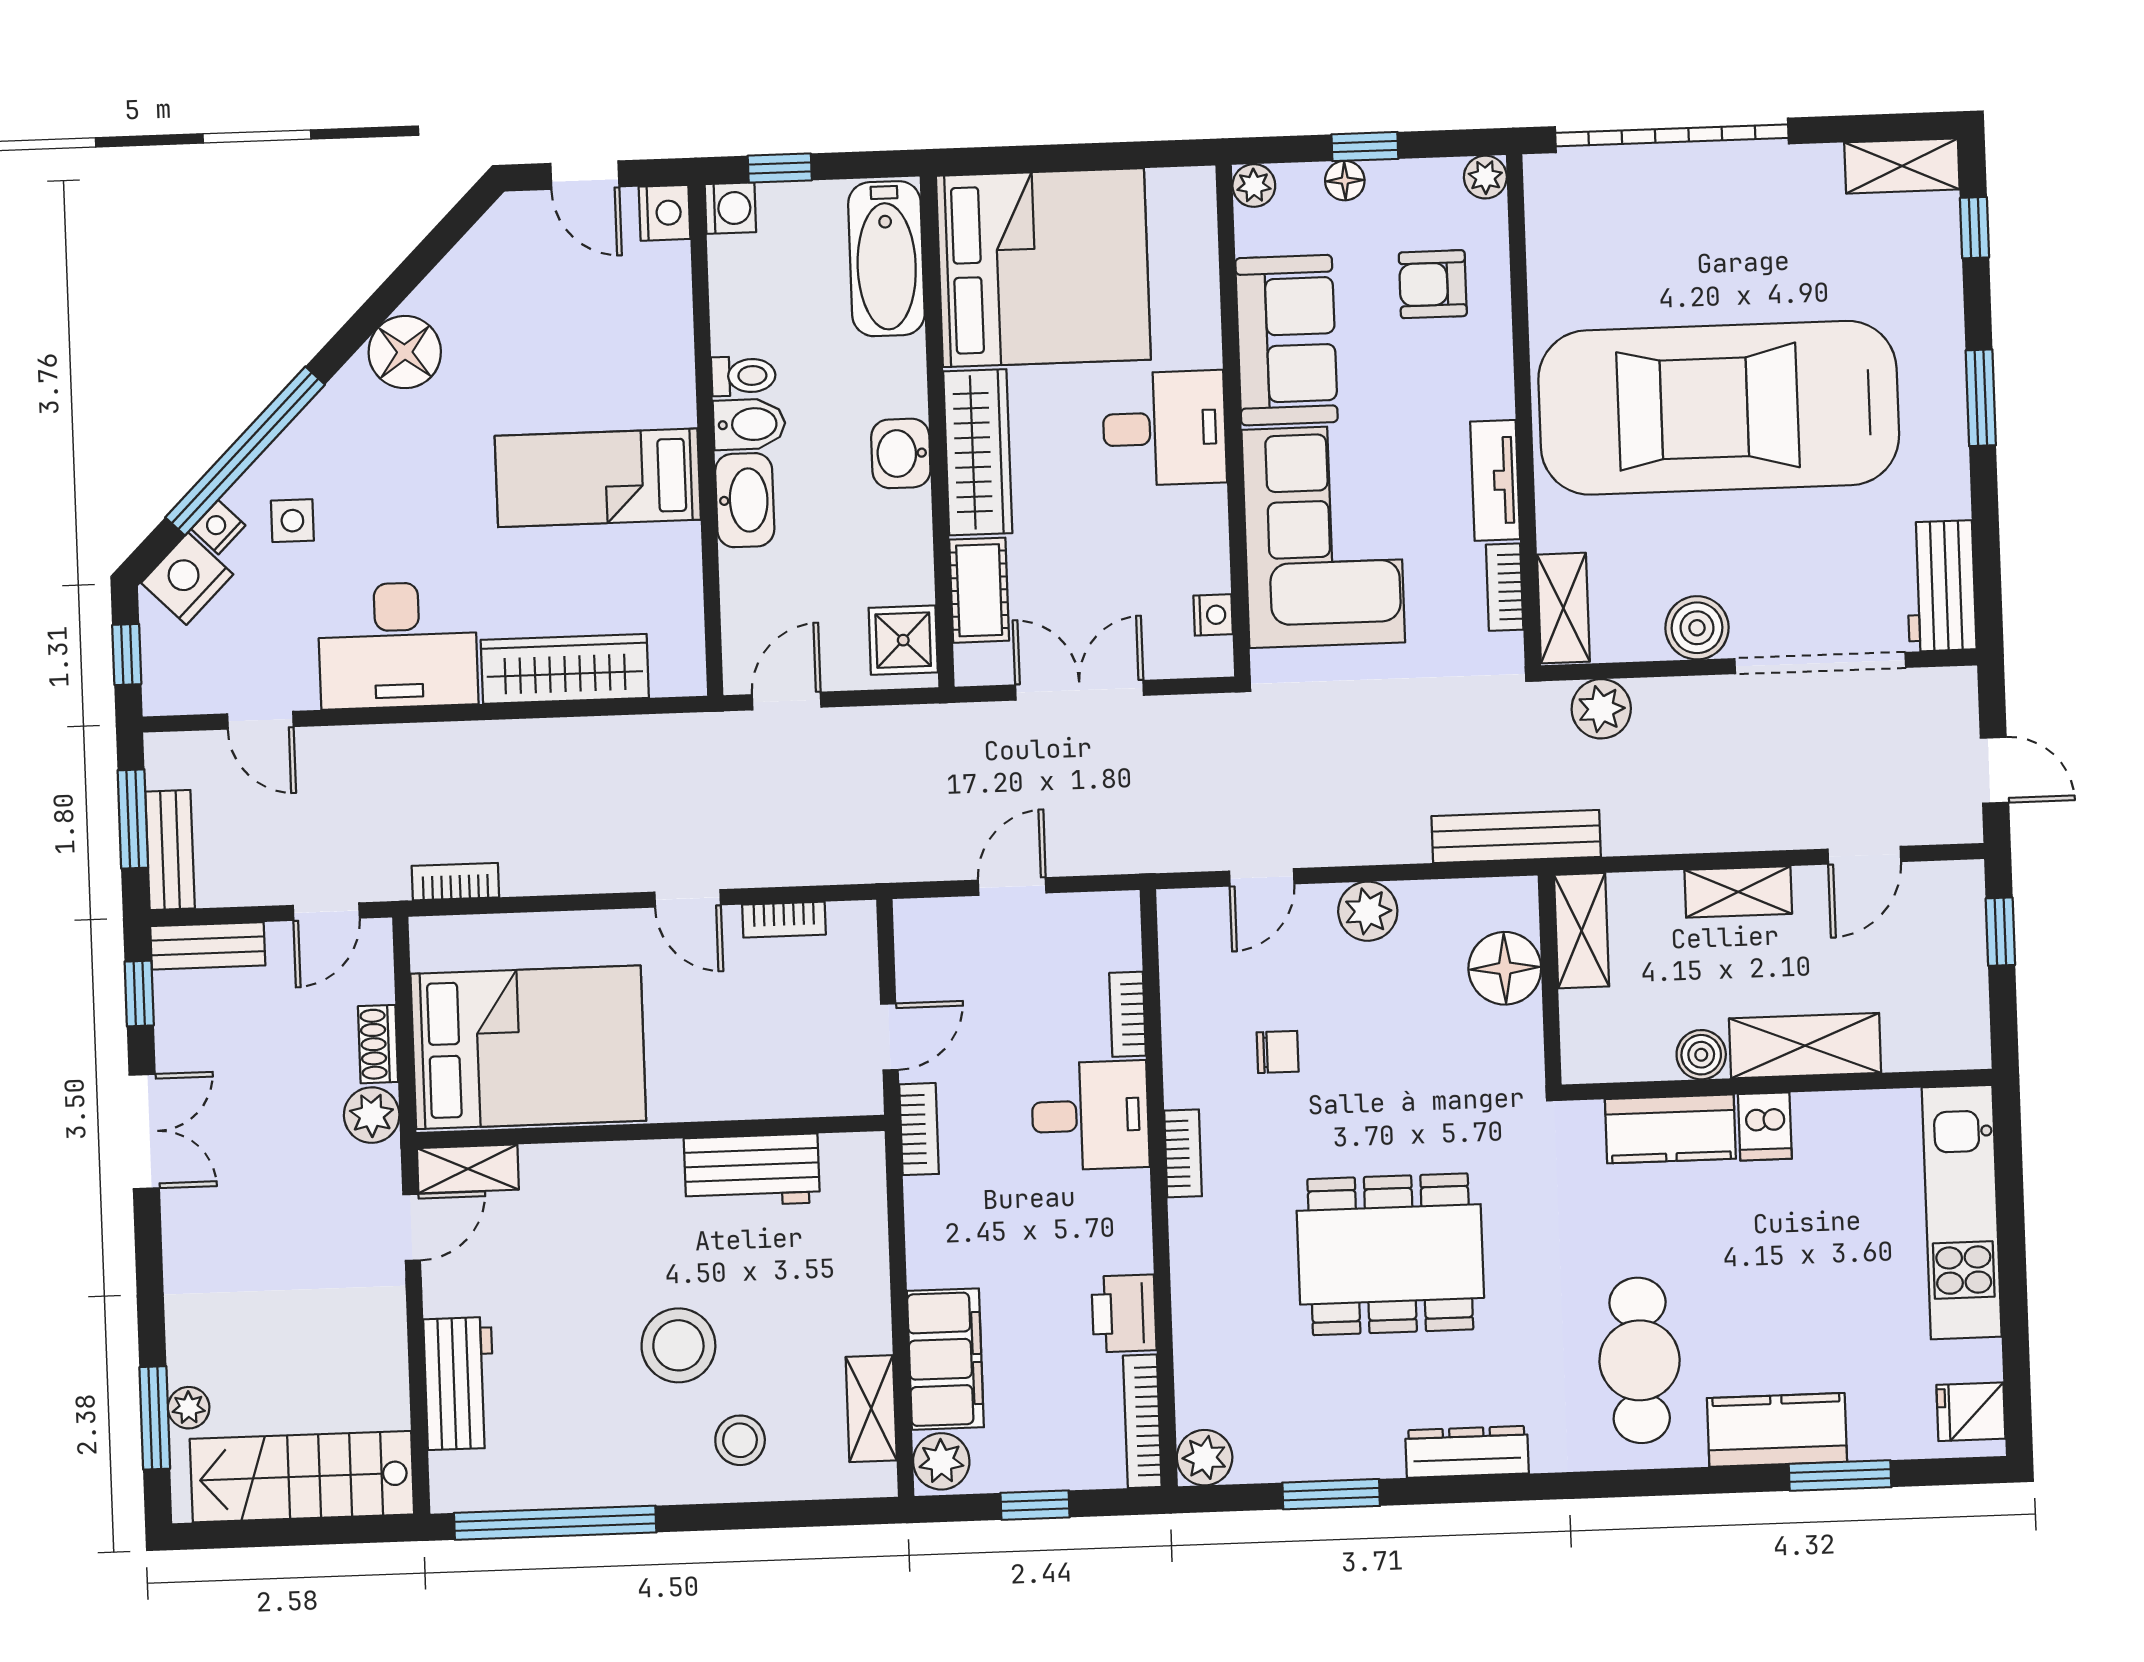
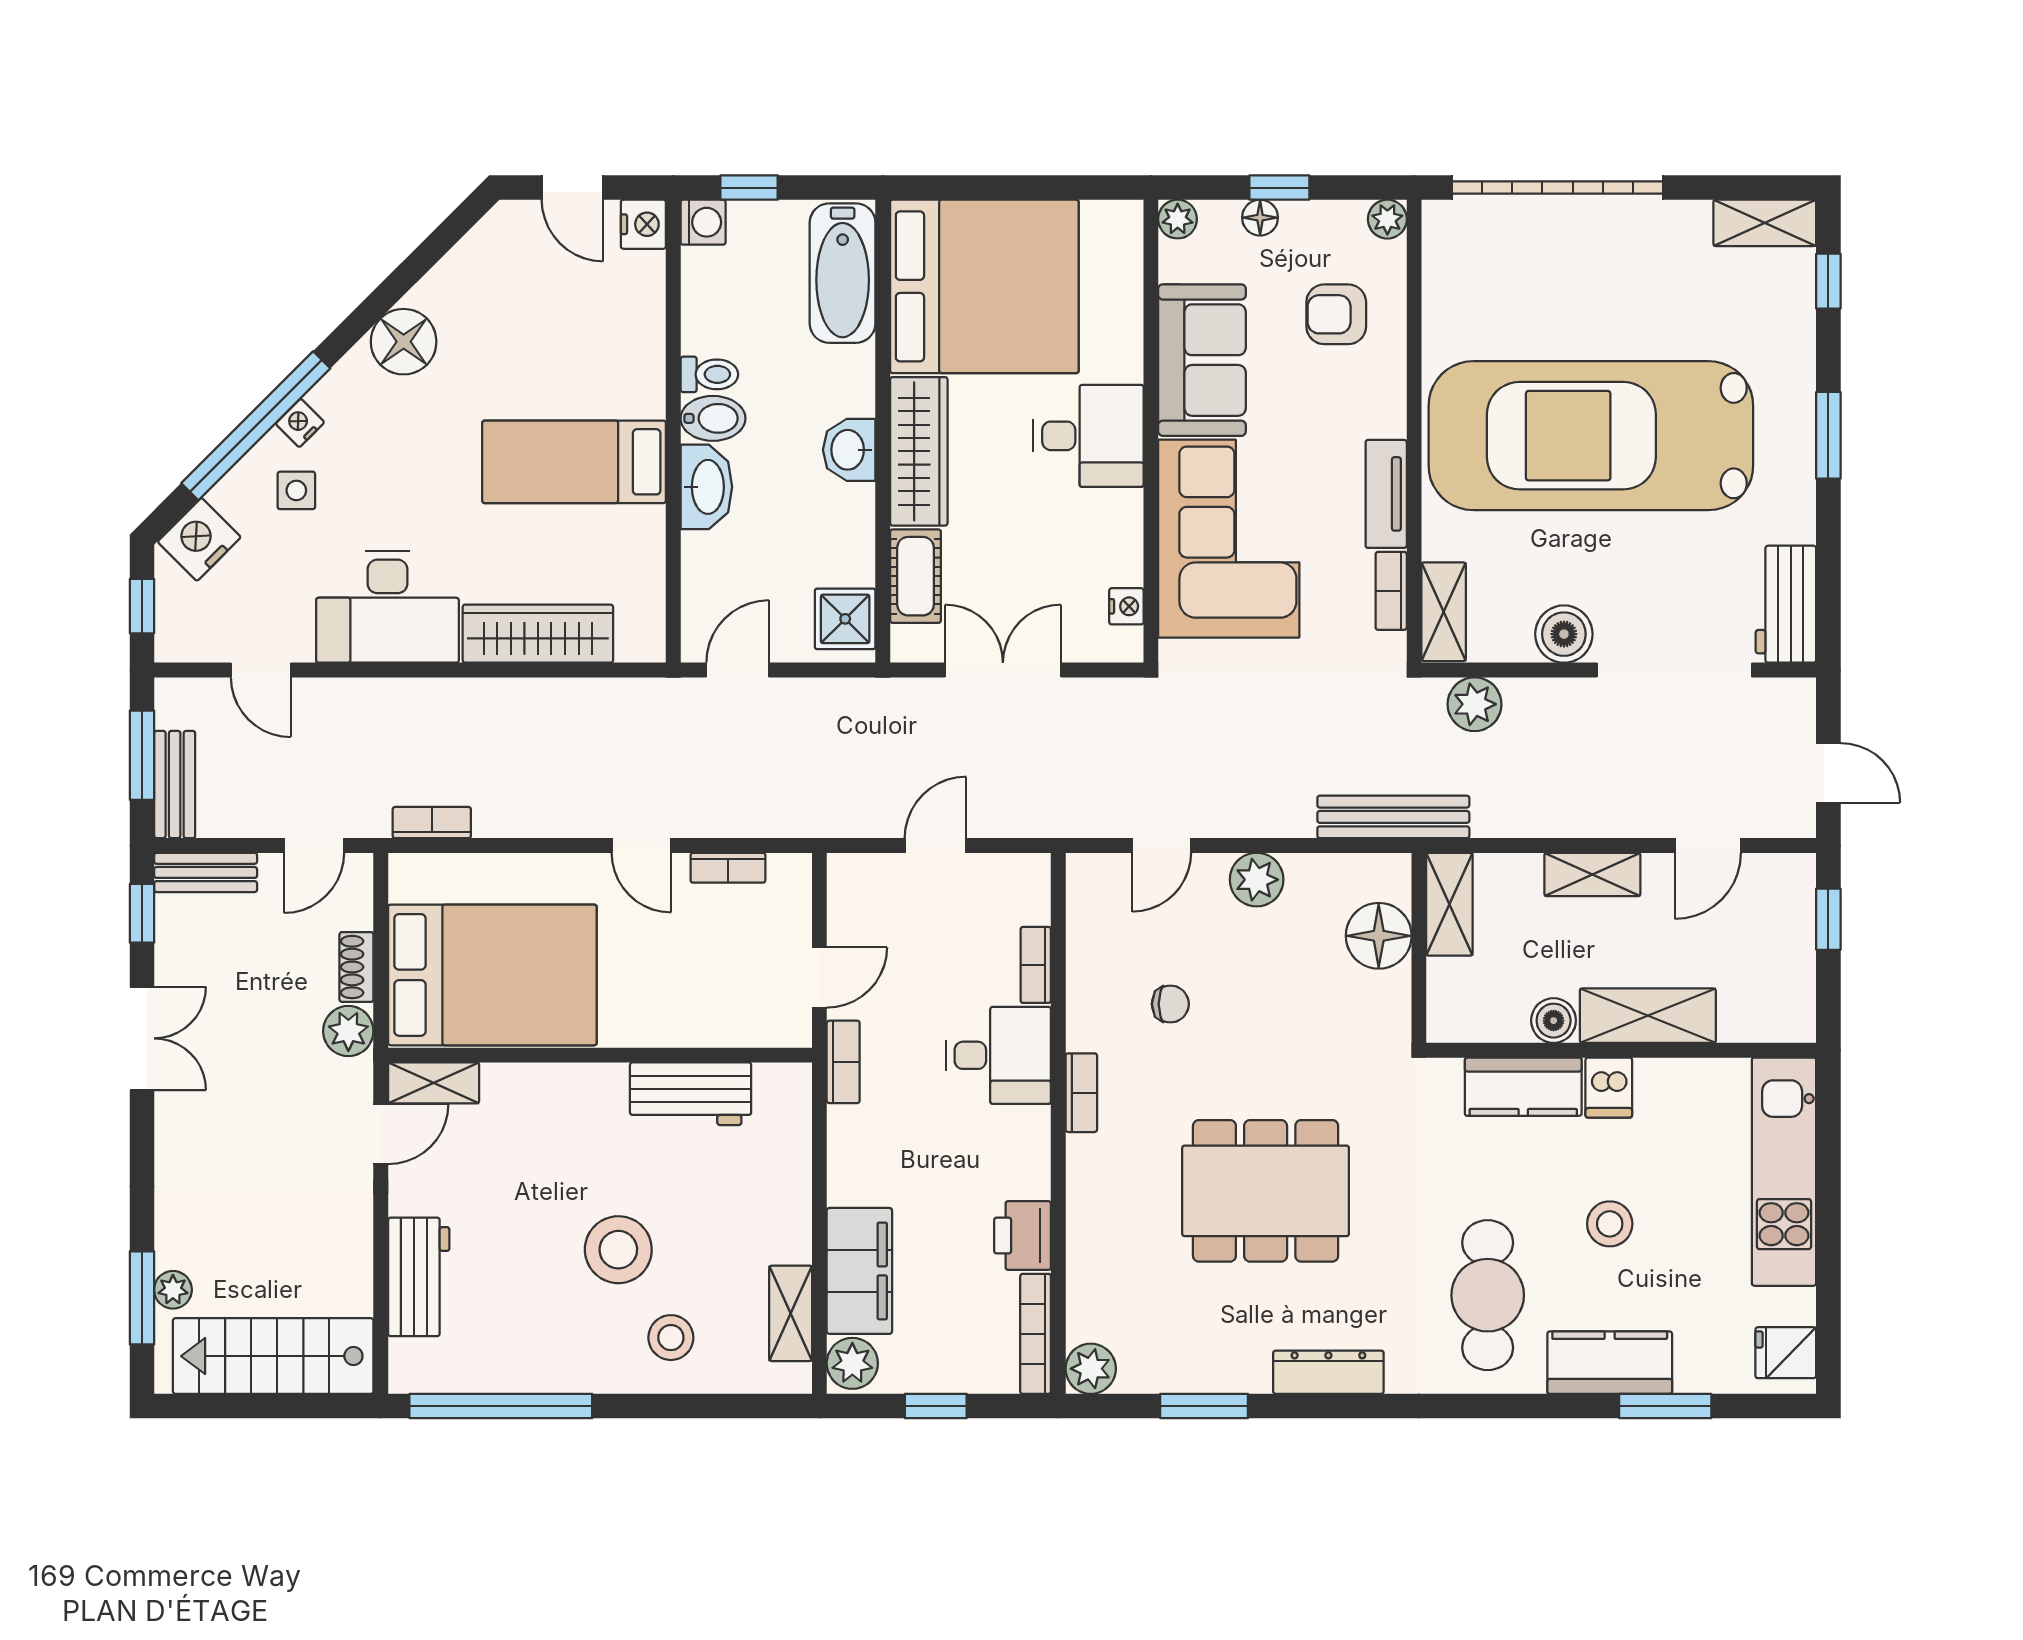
nightstand: (218, 527) -> (300, 423), moved
stool: (1771, 1277) -> (1610, 1224), added

